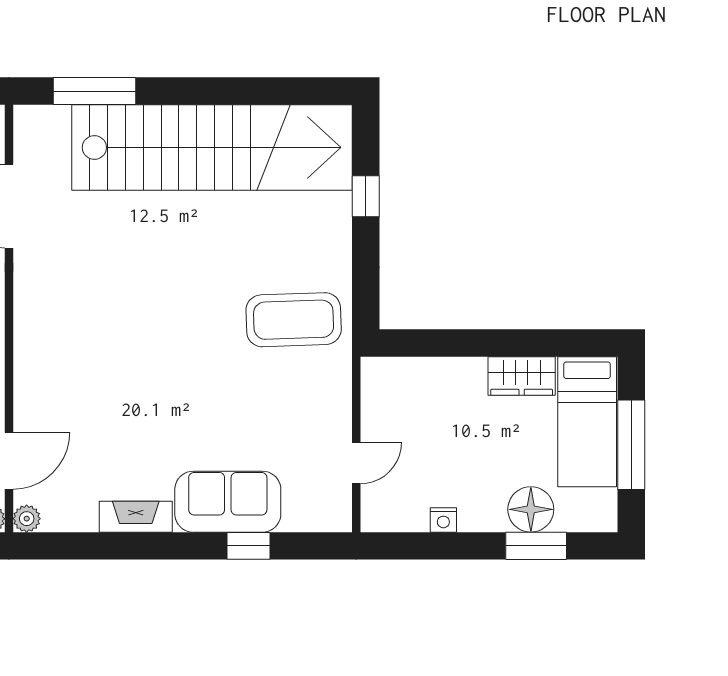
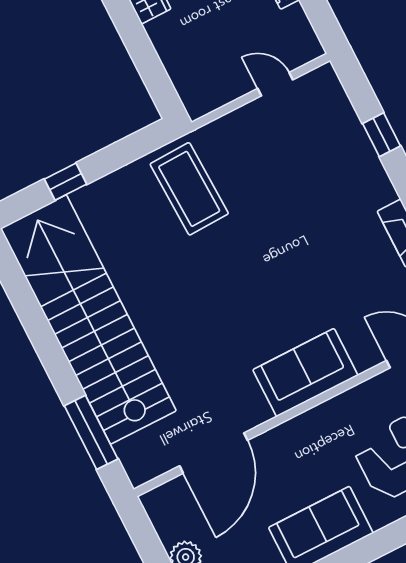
sofa: (228, 502) -> (305, 373), moved, turned 90

